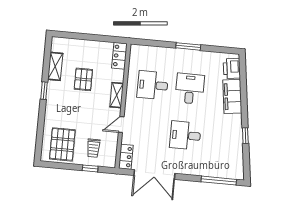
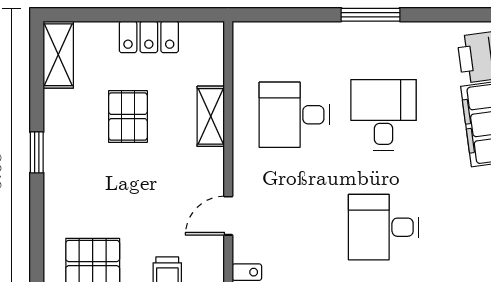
locker: (119, 56) -> (149, 37), moved, turned -90
shelving: (55, 66) -> (58, 55), moved
shelving: (117, 95) -> (211, 116), moved

